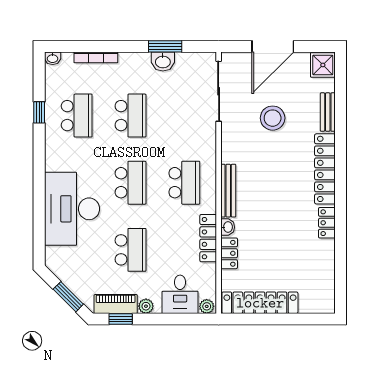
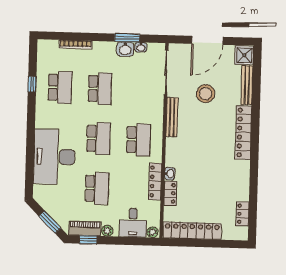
washbasin: (53, 58) -> (141, 47), moved
bench: (328, 112) -> (247, 85), width x1.36
bench: (228, 191) -> (172, 117), moved
locker: (327, 223) -> (243, 214), moved

